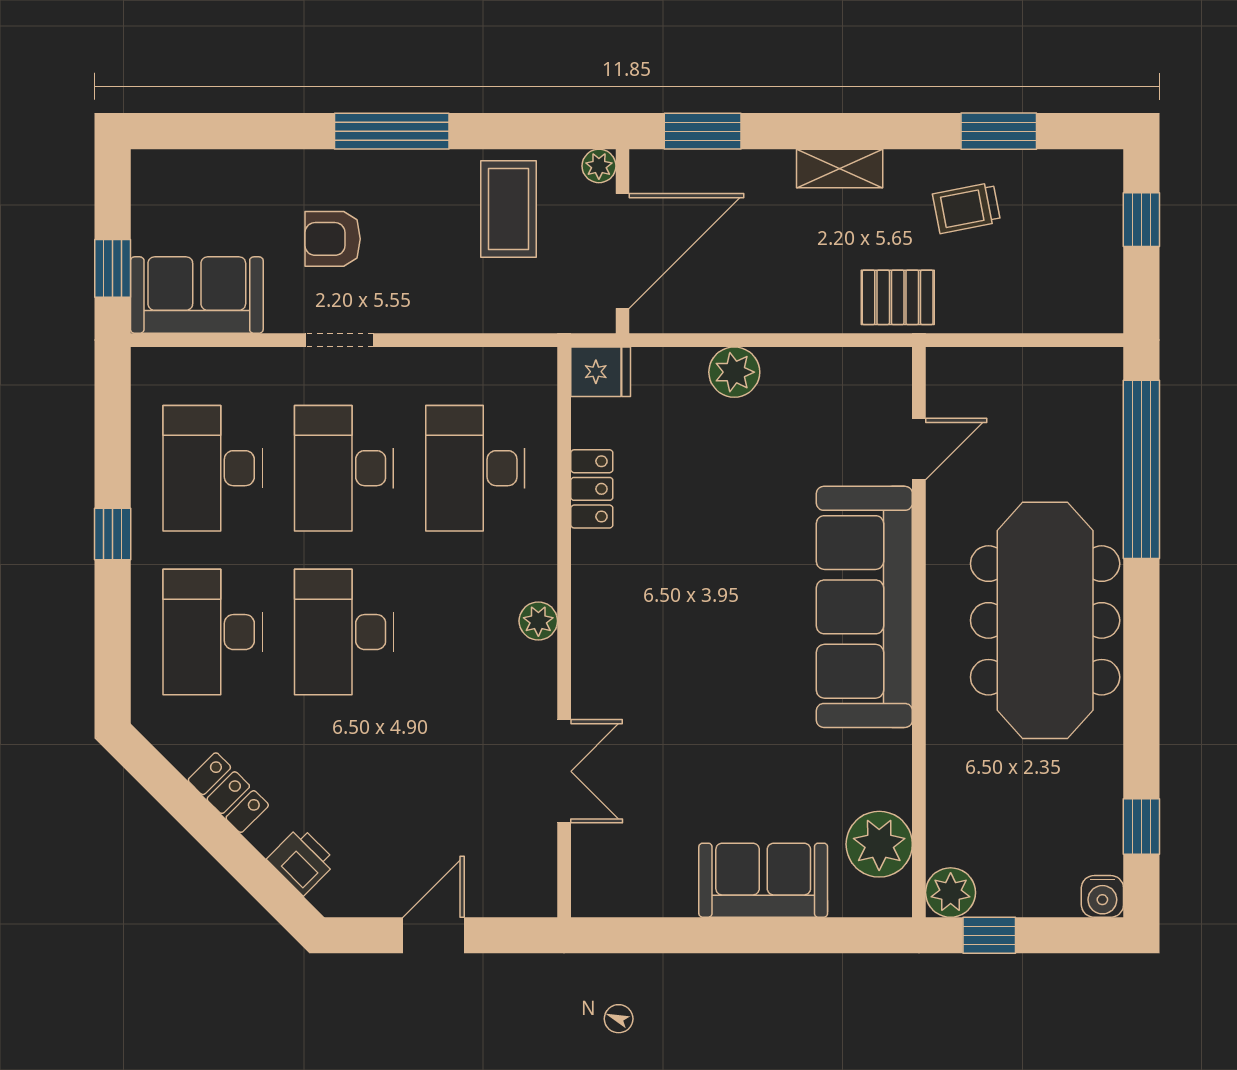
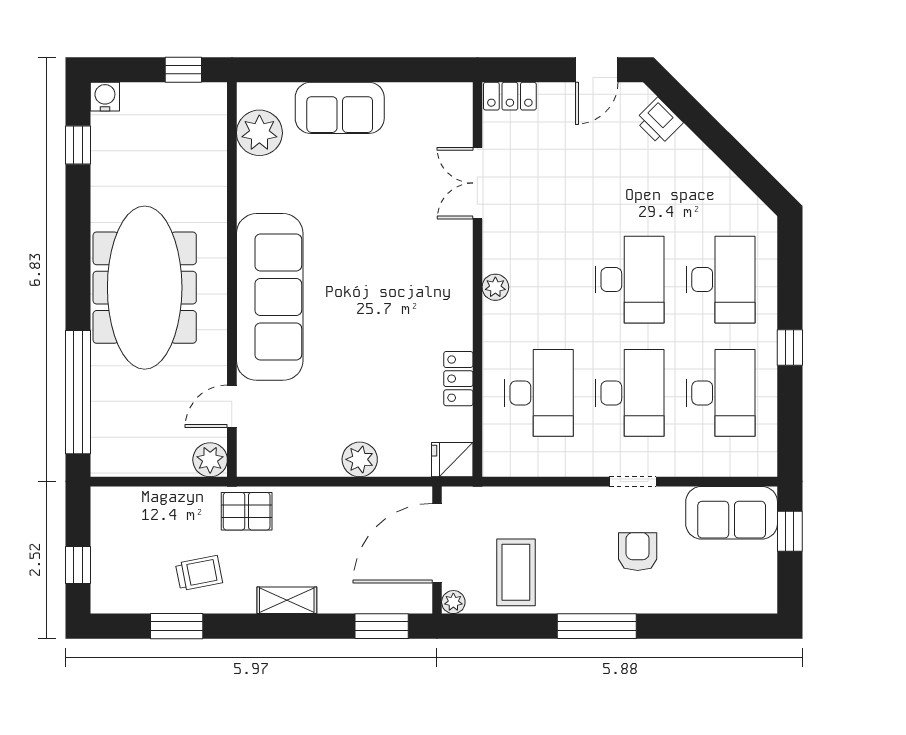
armchair: (333, 239) -> (638, 552), turned -90
locker: (228, 793) -> (510, 96), moved, turned -45
plant: (951, 893) -> (210, 460), moved
door: (434, 935) -> (597, 70), moved

